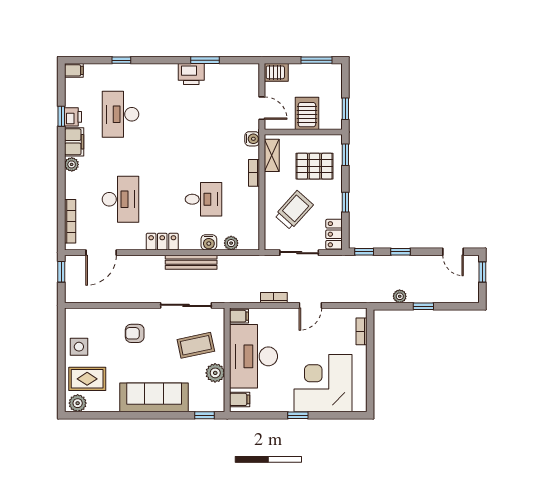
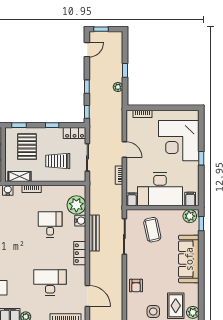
trolley: (294, 210) -> (58, 161), turned -42
plant: (231, 243) -> (76, 205), width x1.88, depth x1.88
armchair: (135, 333) -> (136, 286), moved
plant: (215, 373) -> (190, 216), moved

